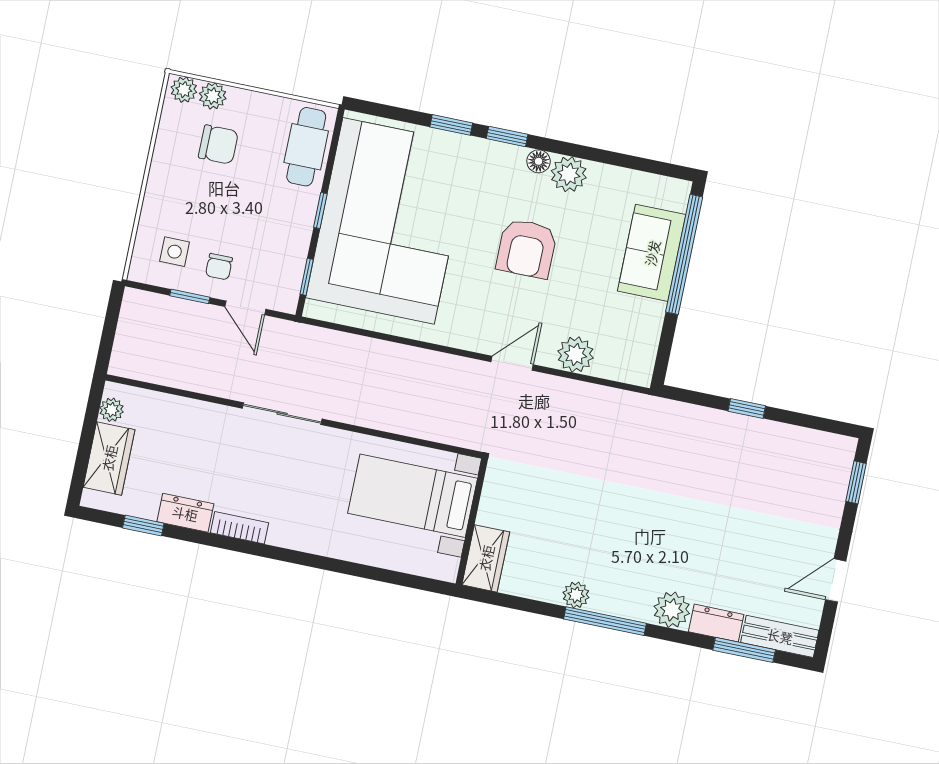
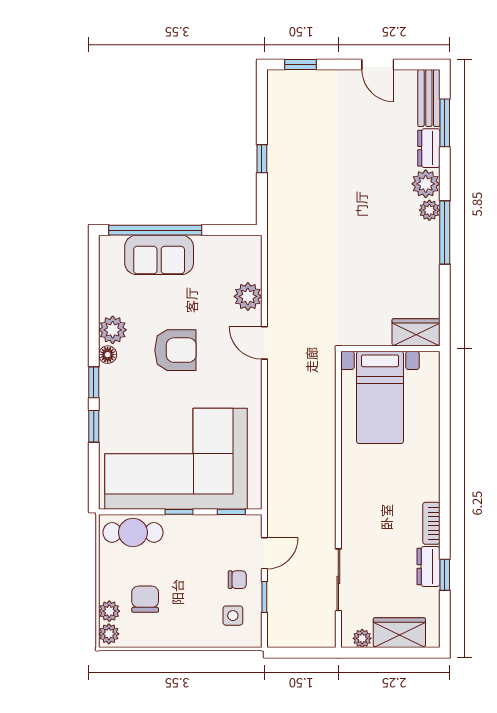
sliding door: (282, 414) -> (338, 580), moved
window: (143, 526) -> (445, 575), moved
plant: (576, 595) -> (429, 210), moved

